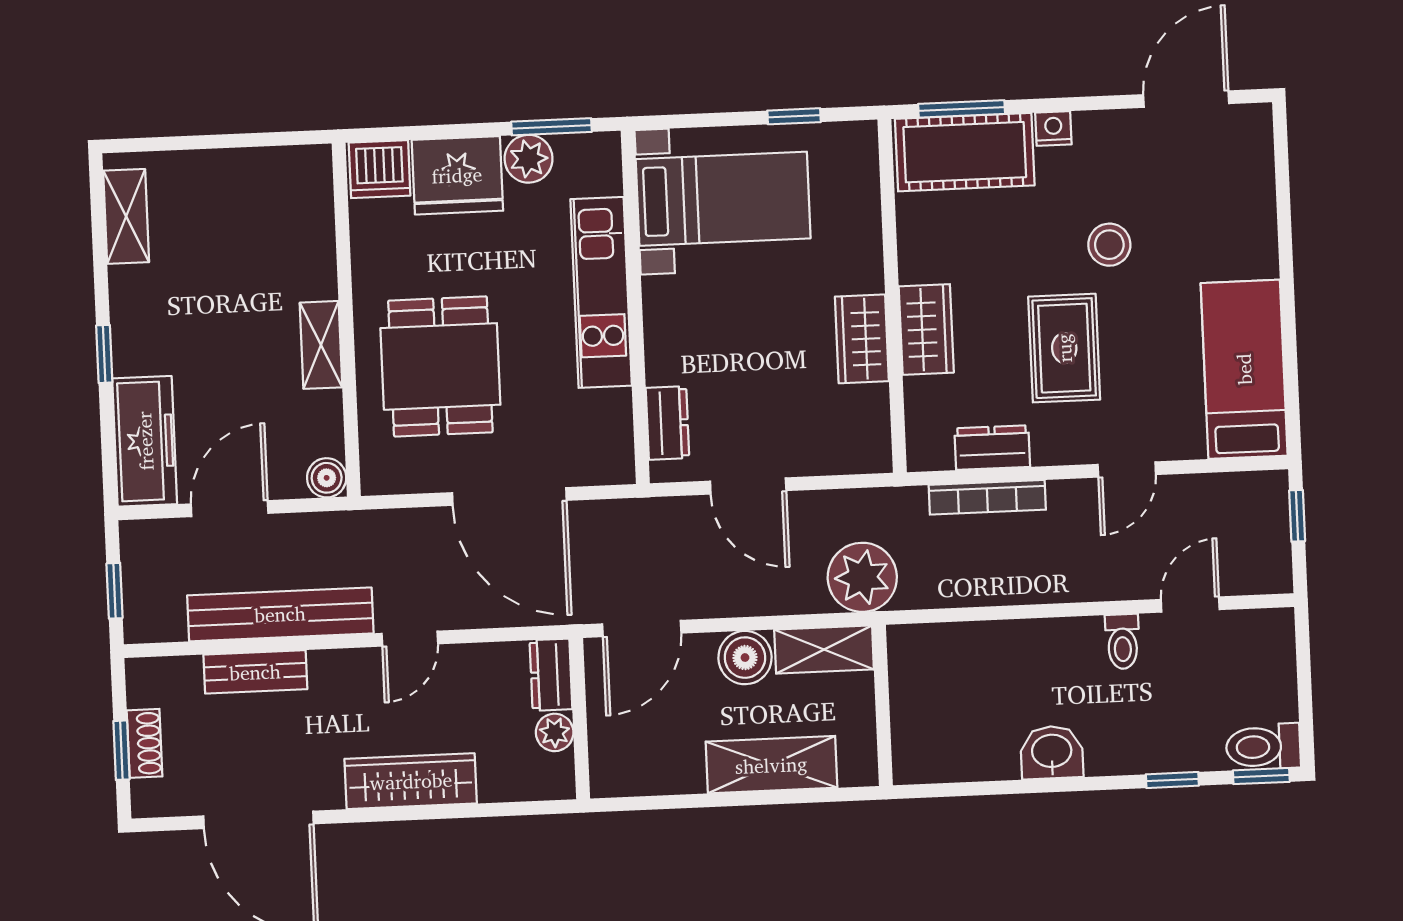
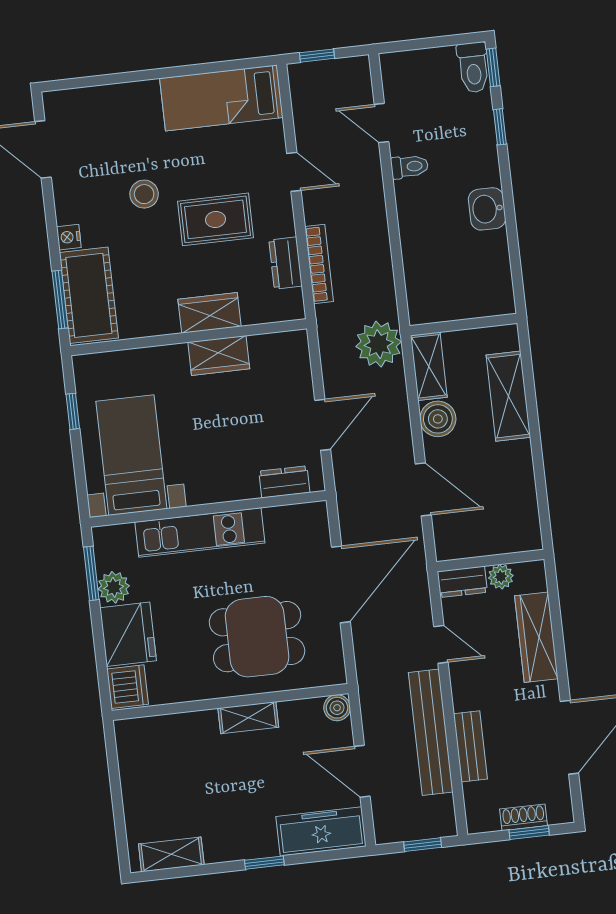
dresser: (551, 675) -> (462, 582), moved
wall: (580, 719) -> (490, 561), moved
plant: (555, 732) -> (501, 577), moved

